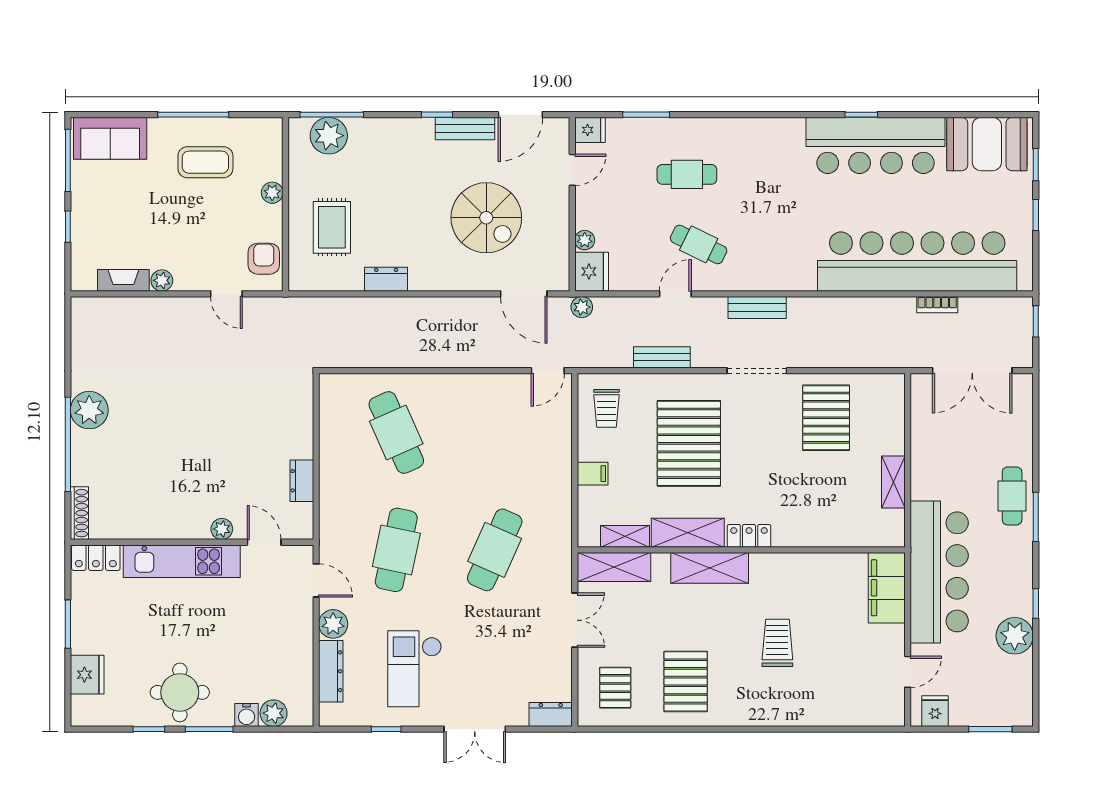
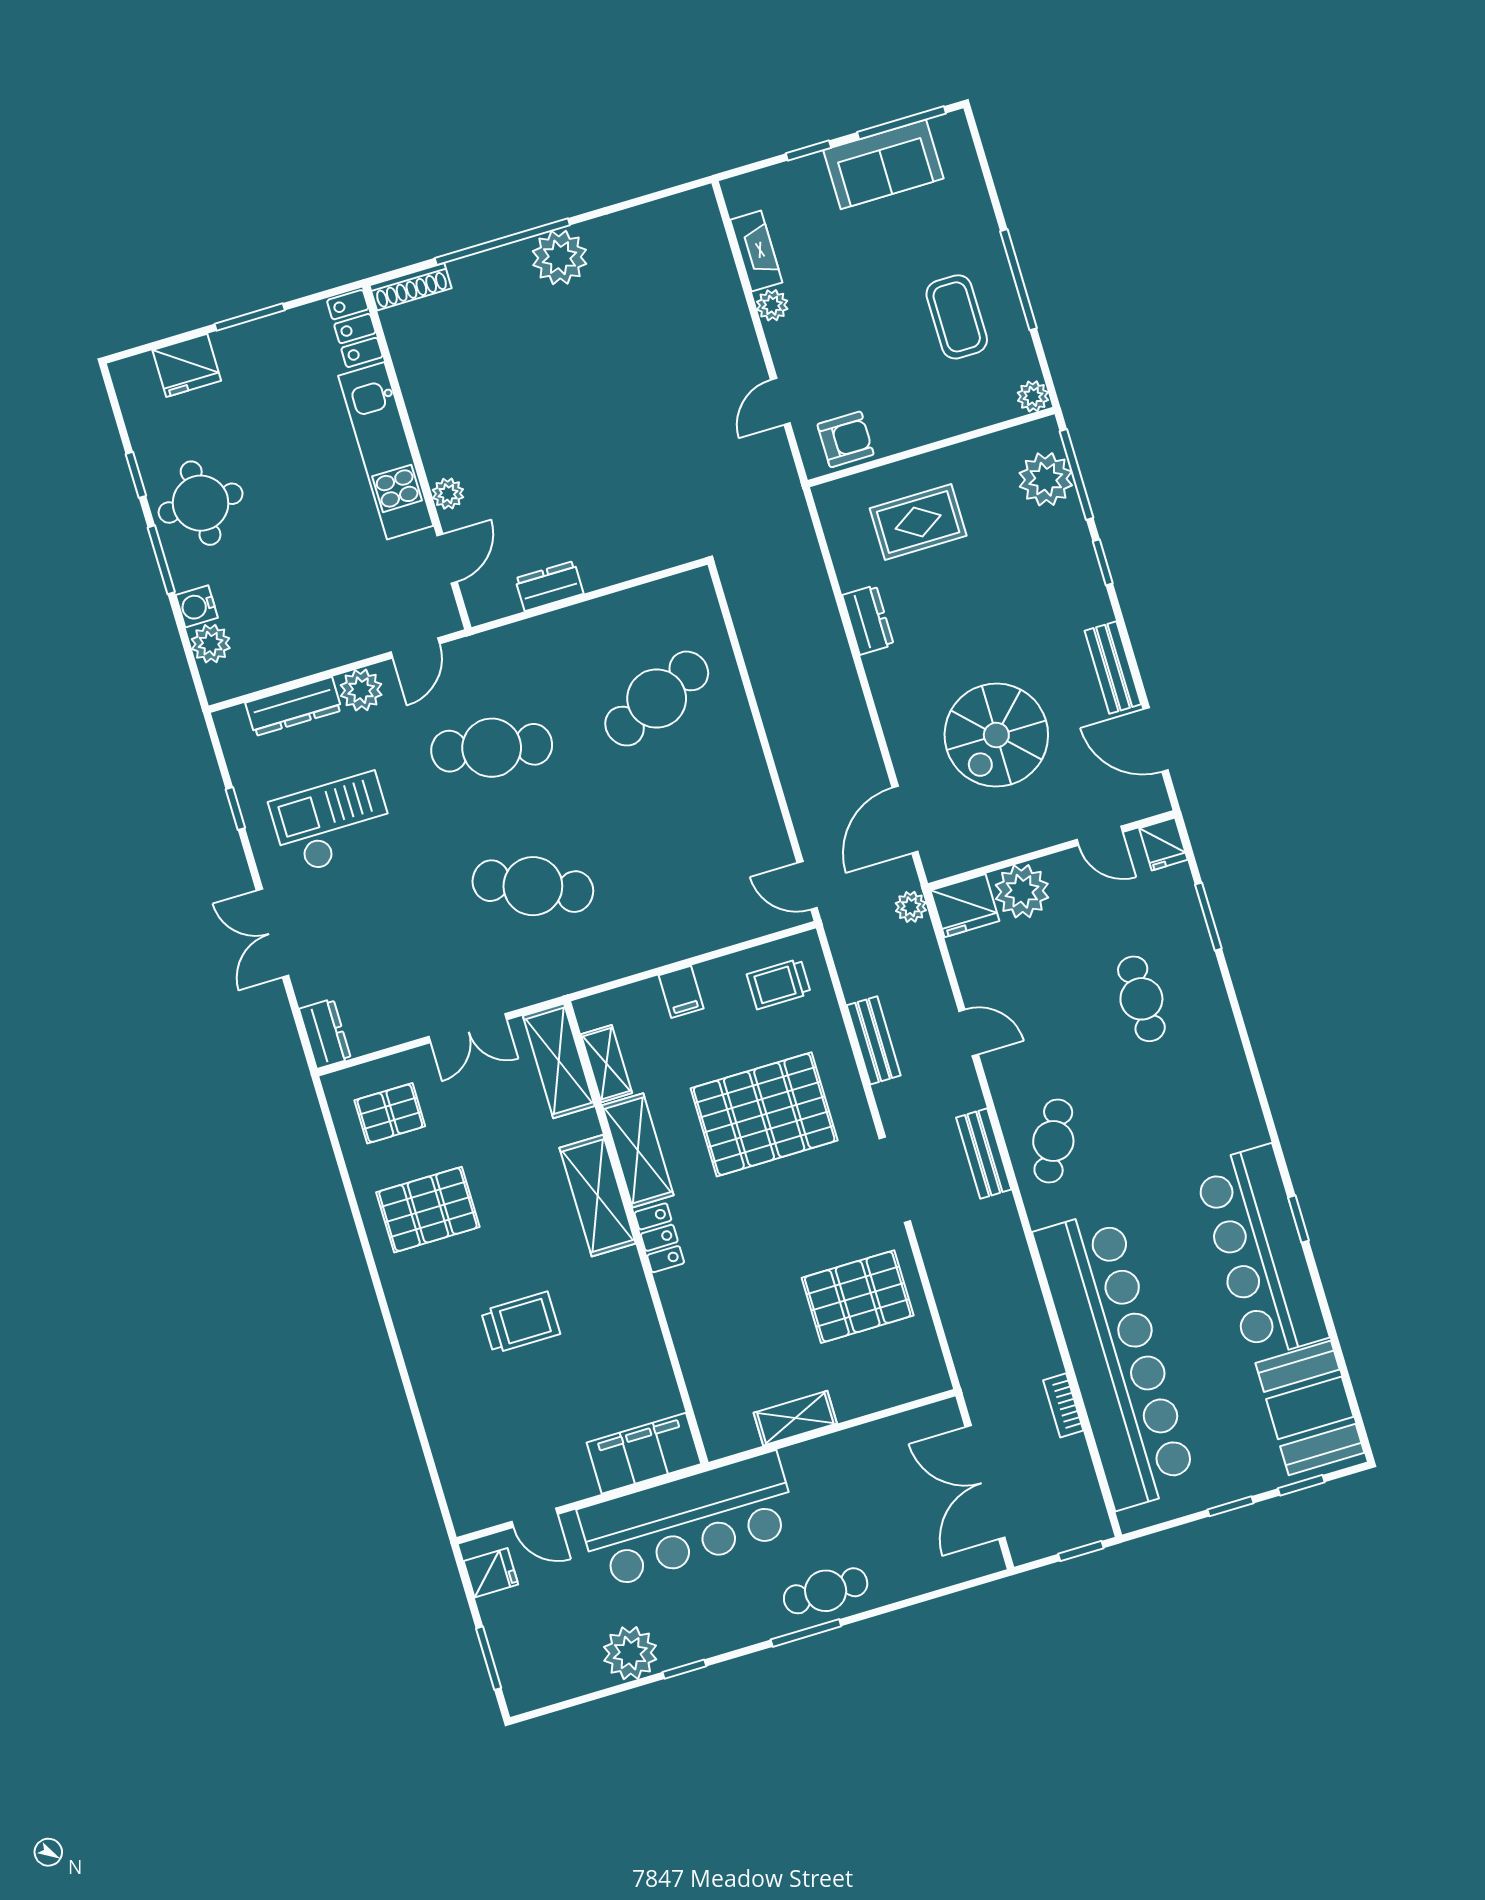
window: (437, 115) -> (1103, 562), moved
sofa: (110, 138) -> (883, 164), moved, turned -90
plant: (272, 193) -> (1033, 396), moved
plant: (585, 240) -> (1022, 891), width x1.88, depth x1.88
cafe table: (699, 244) -> (1053, 1141), moved

